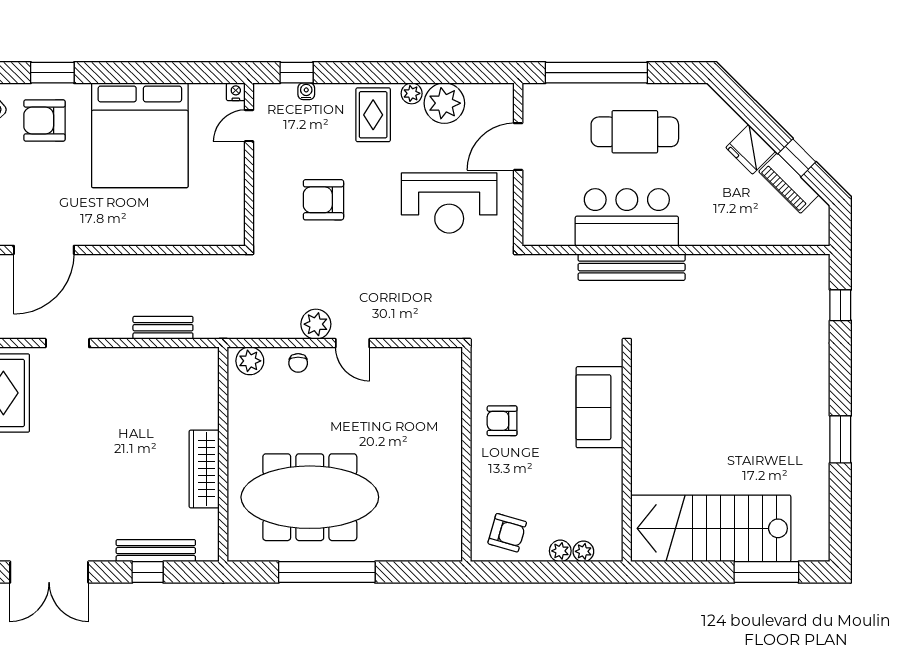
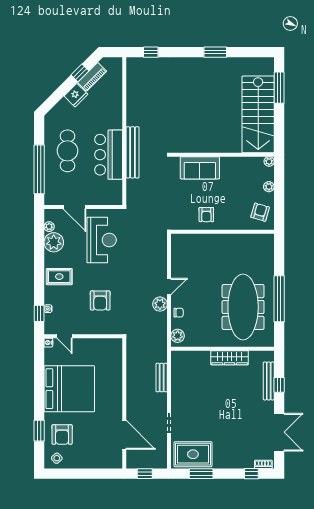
plant: (412, 93) -> (49, 227), moved
plant: (583, 551) -> (269, 161), moved

